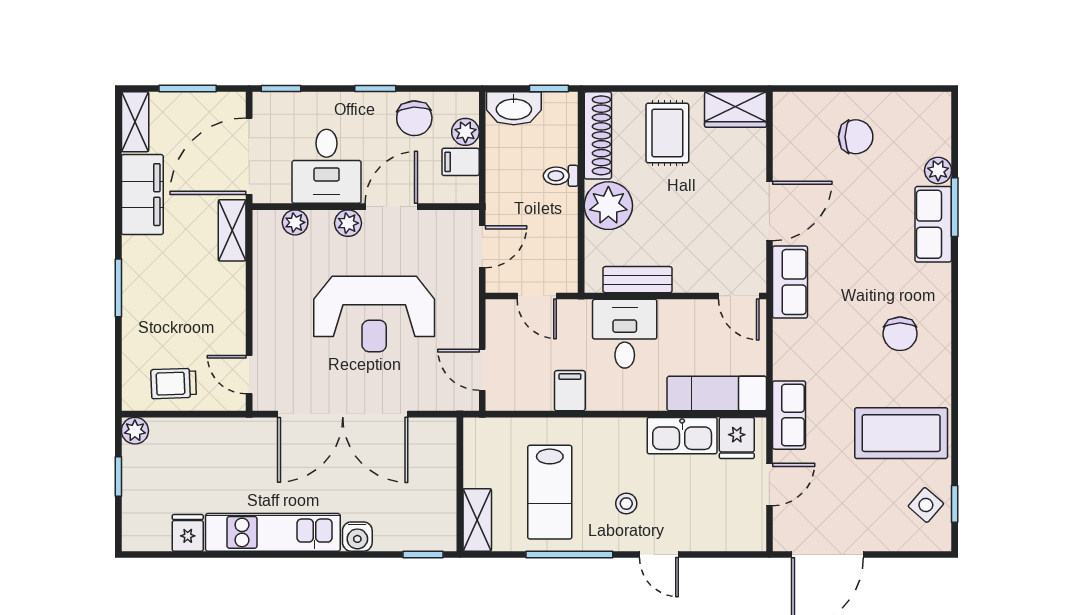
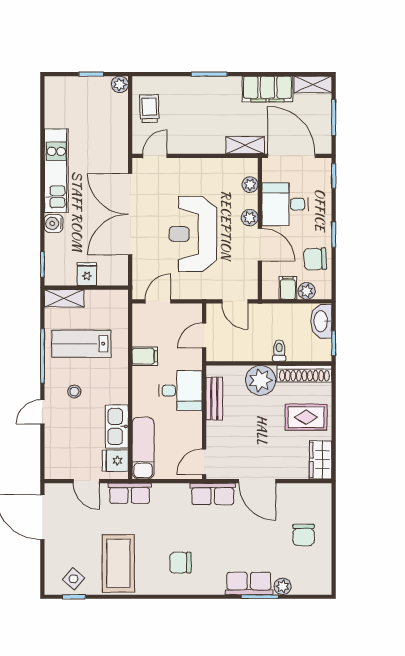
fridge: (188, 533) -> (87, 274), moved, turned -90

